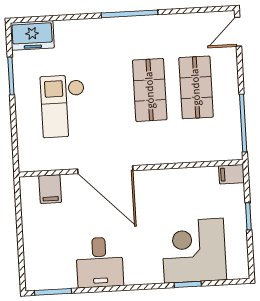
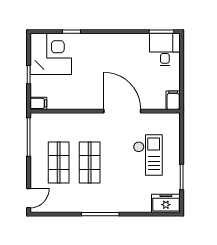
filing cabinet: (50, 189) -> (173, 100), moved
corner desk: (194, 251) -> (51, 54), moved, turned -90
desk: (100, 262) -> (165, 49), moved

